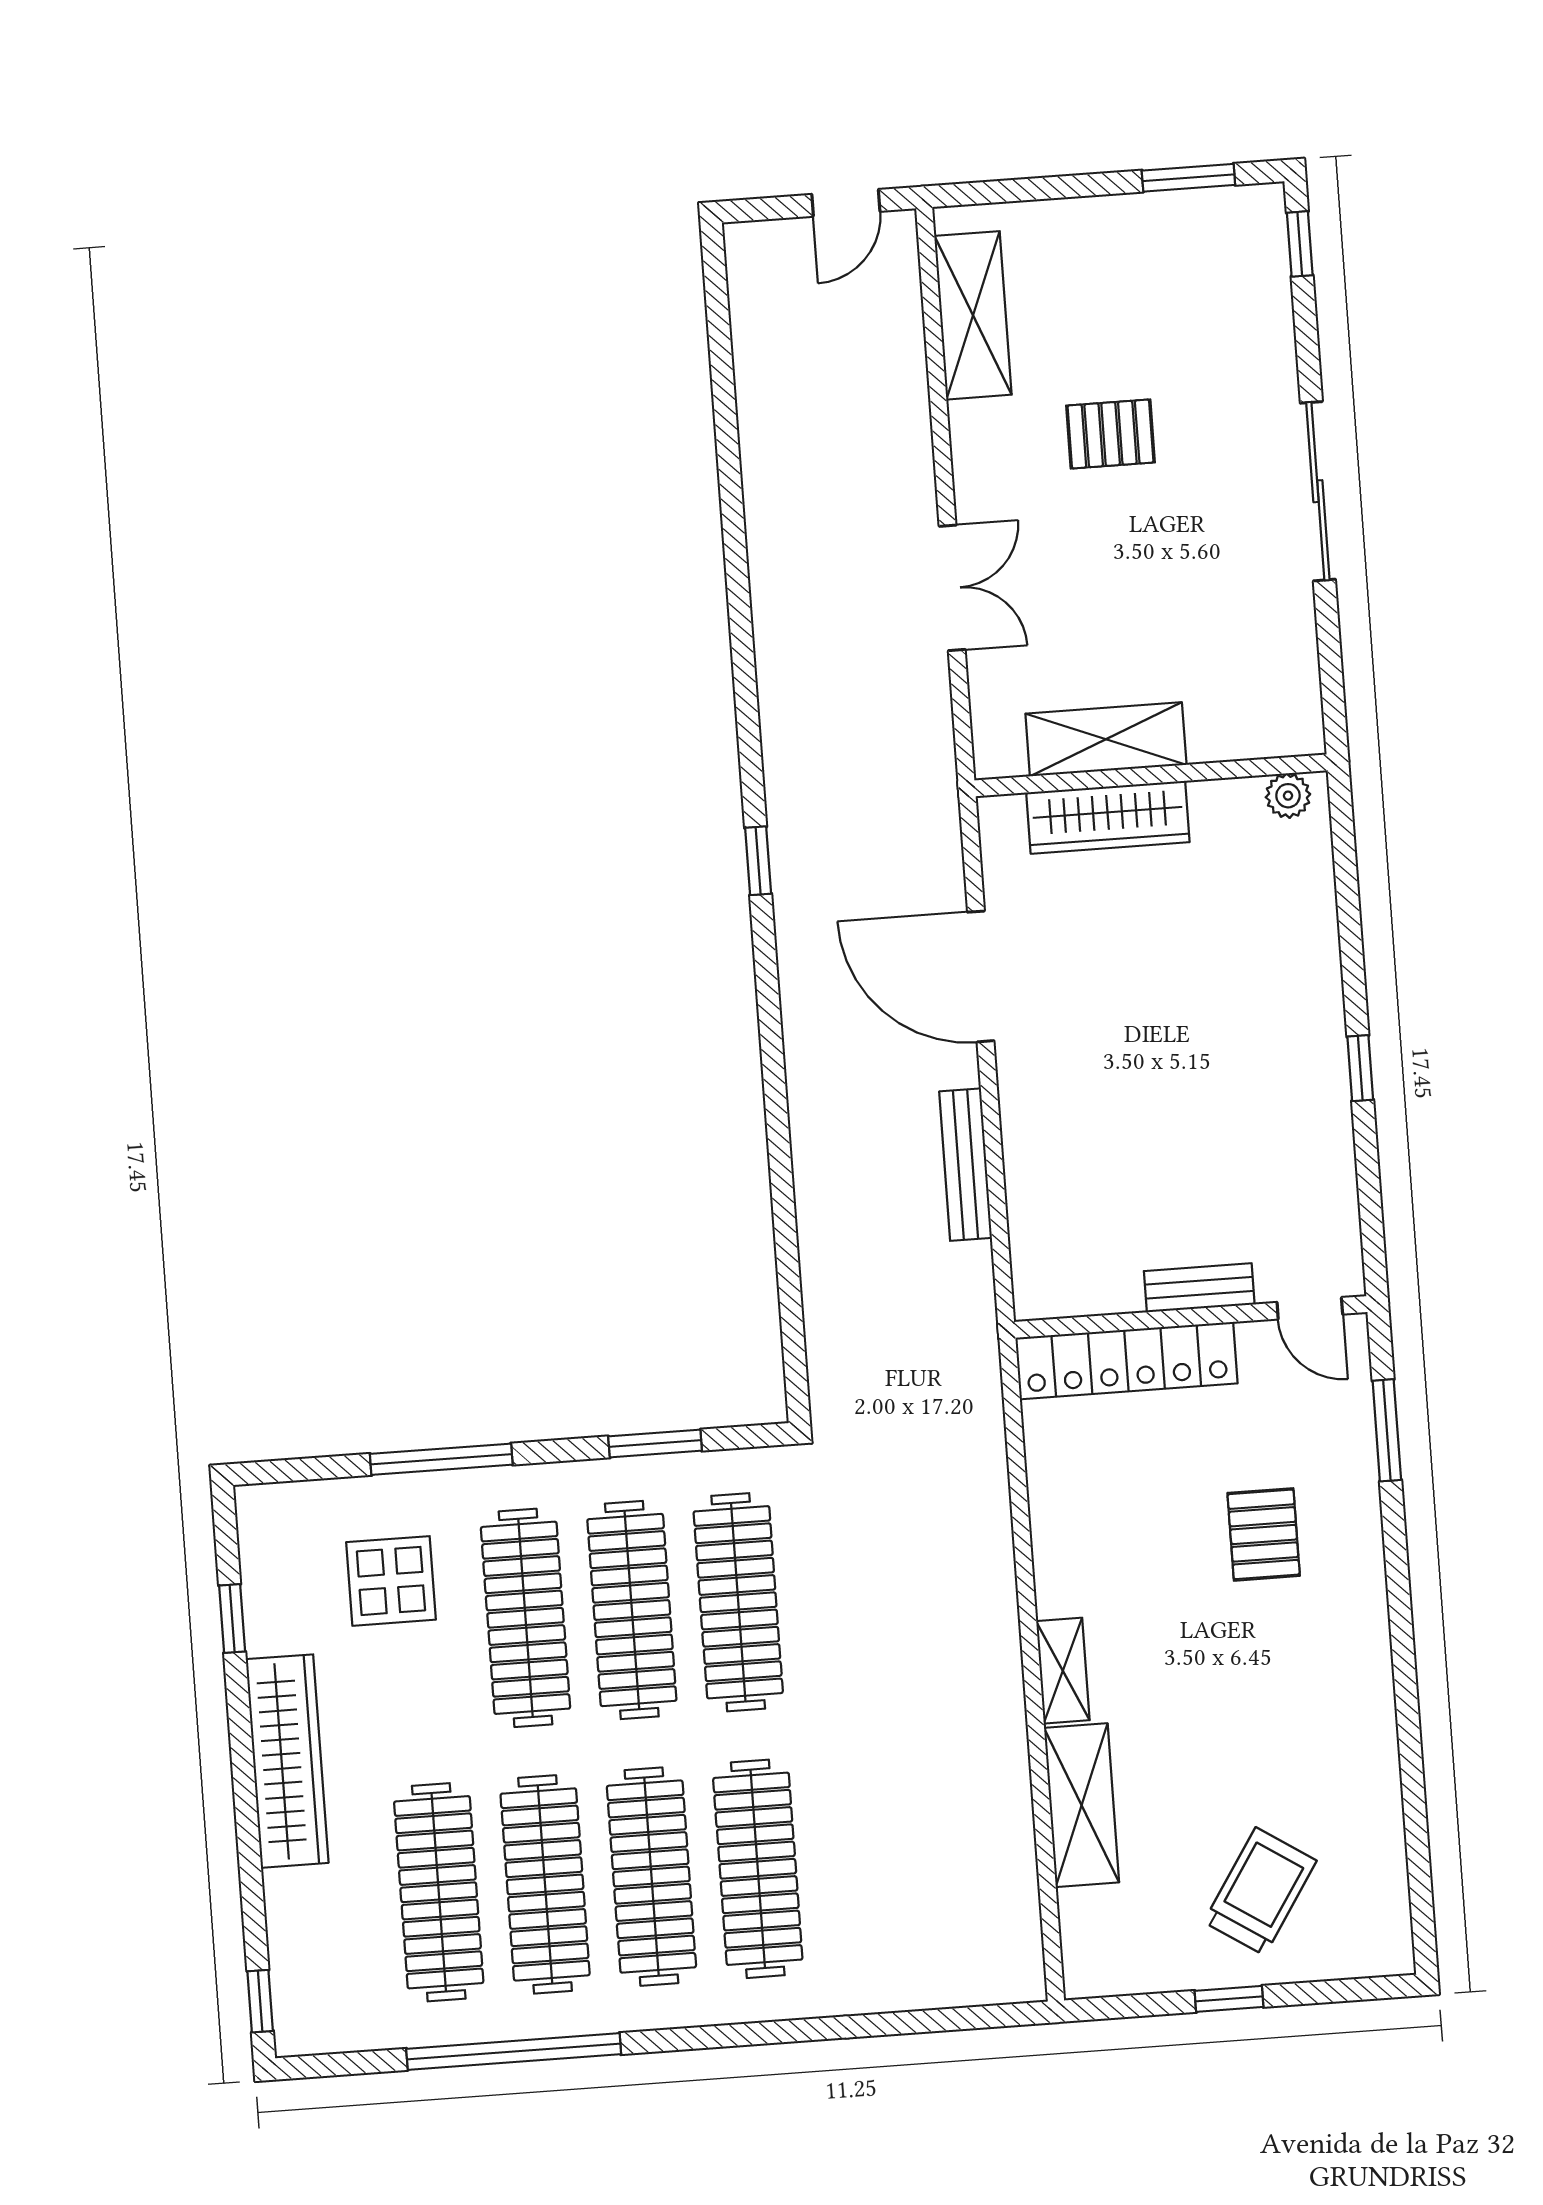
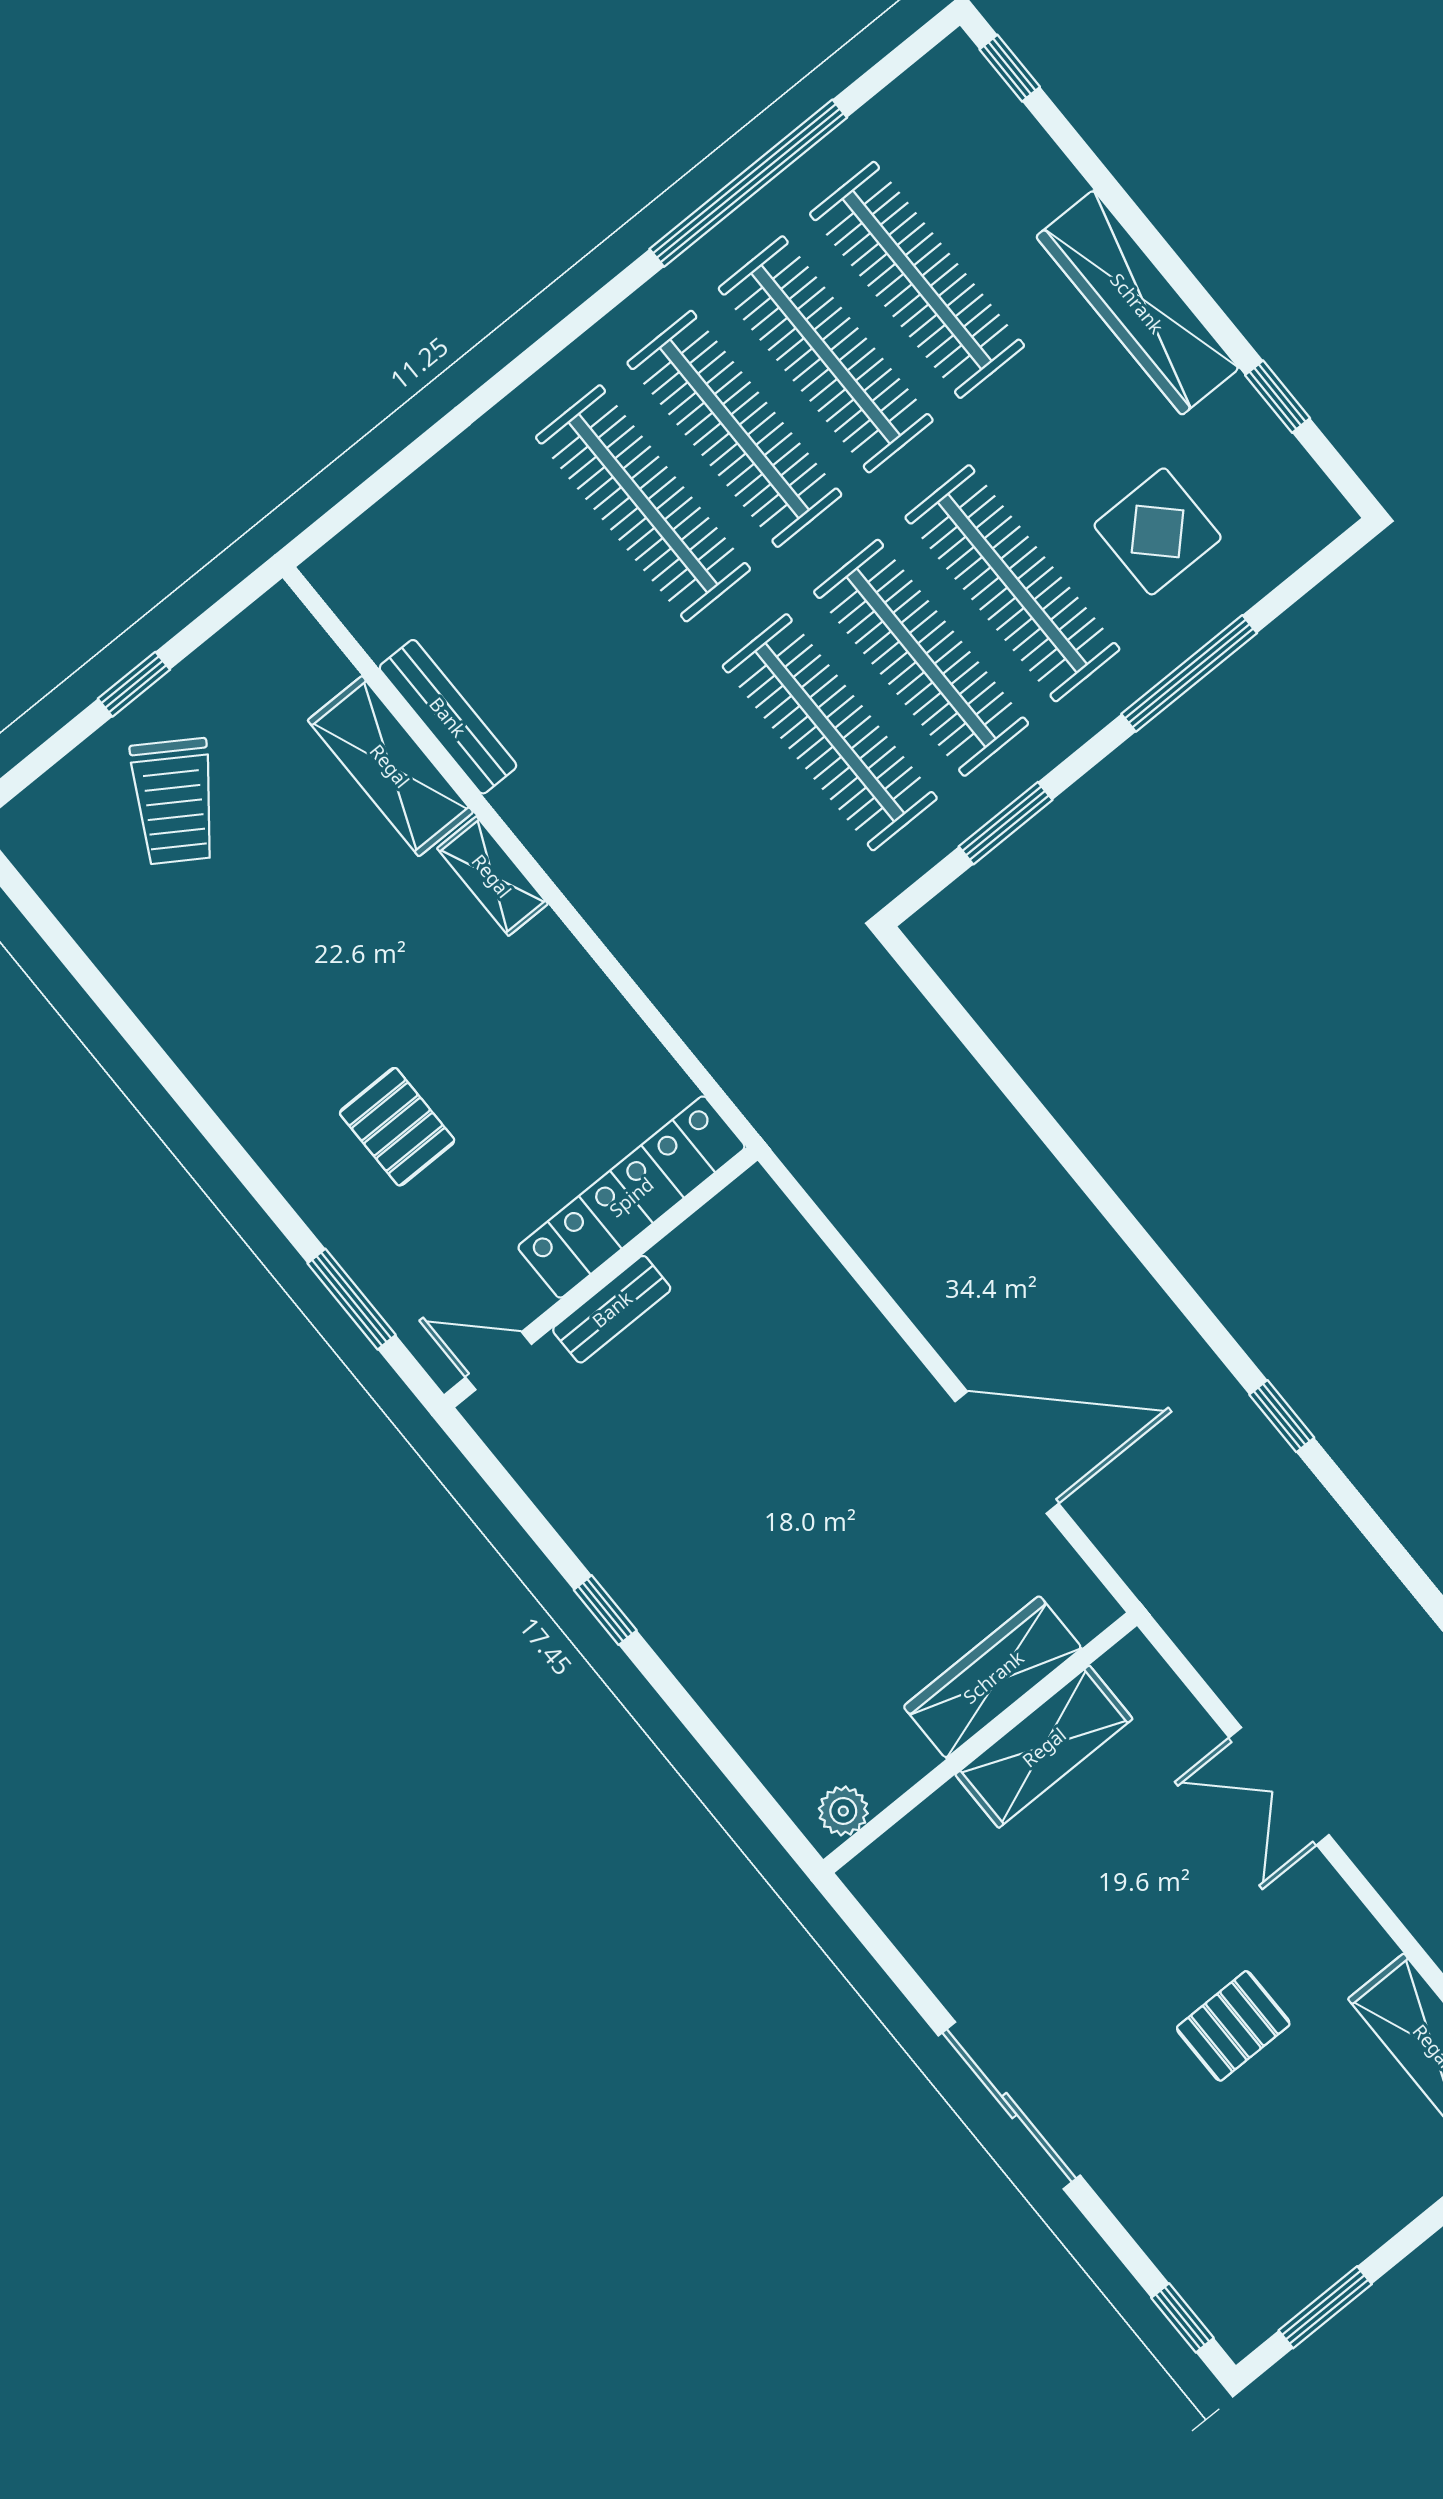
bench: (966, 1165) -> (448, 717), moved

